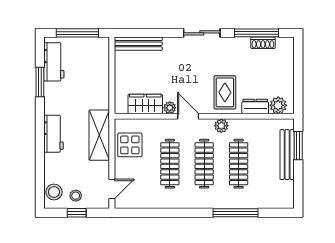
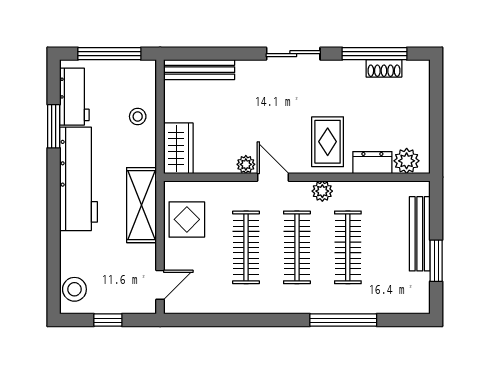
wardrobe: (145, 104) -> (178, 148), moved, turned 90
workbench: (54, 134) -> (78, 179), width x1.88, depth x1.32
window: (298, 146) -> (436, 261), moved
stool: (76, 196) -> (138, 116), moved

